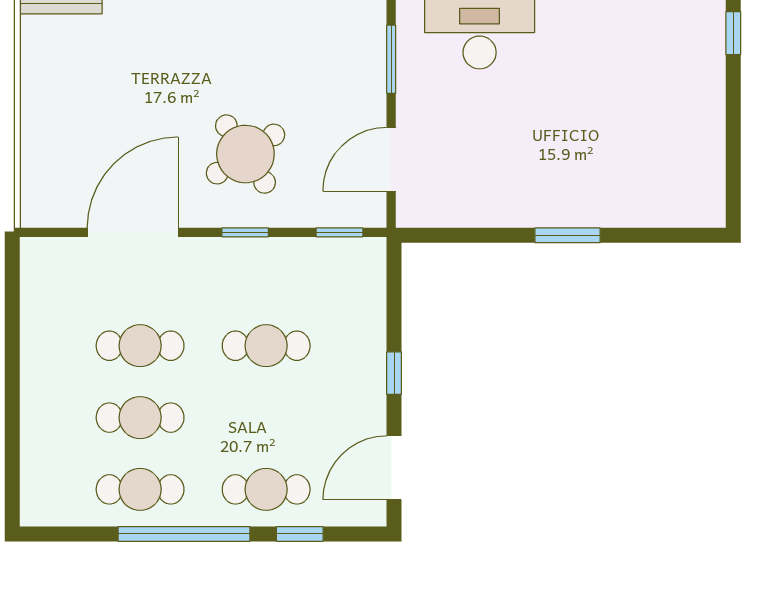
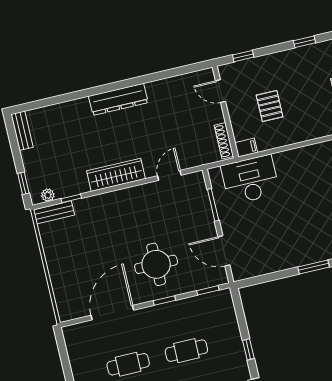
round table: (245, 154) -> (156, 264), turned 34
door: (391, 159) -> (224, 251), hinge flipped

